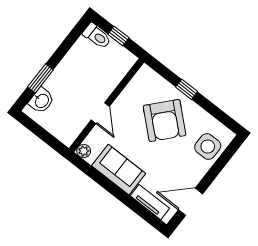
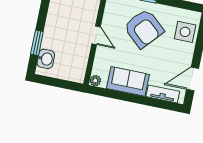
door: (100, 113) -> (96, 35), moved

